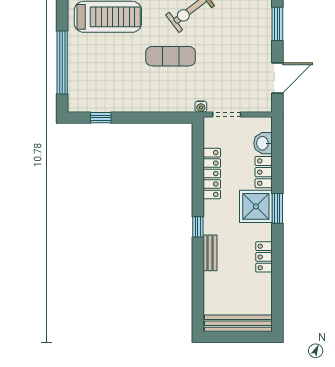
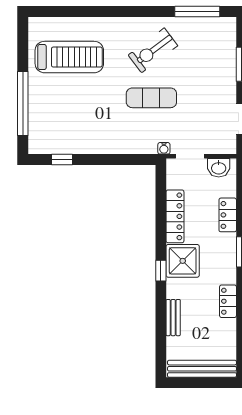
exercise mat: (171, 56) -> (151, 98), moved
washbasin: (263, 143) -> (219, 168), moved, turned -90
shower: (256, 206) -> (183, 261), moved
bench: (210, 253) -> (173, 318), moved

